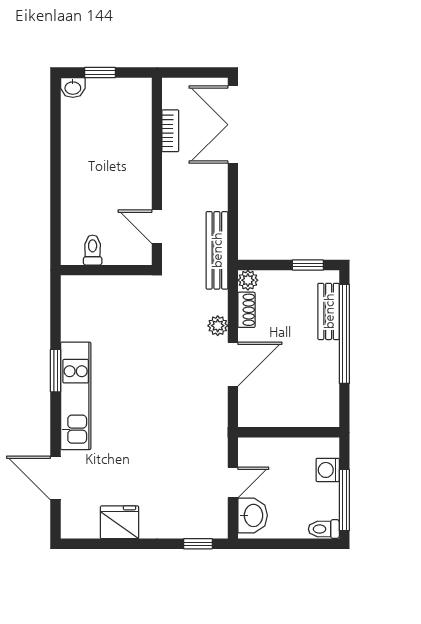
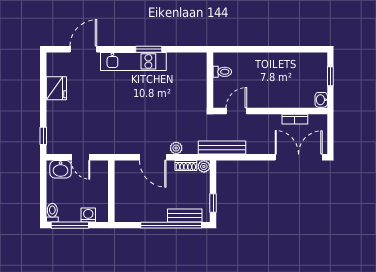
washbasin: (73, 88) -> (321, 100), moved

